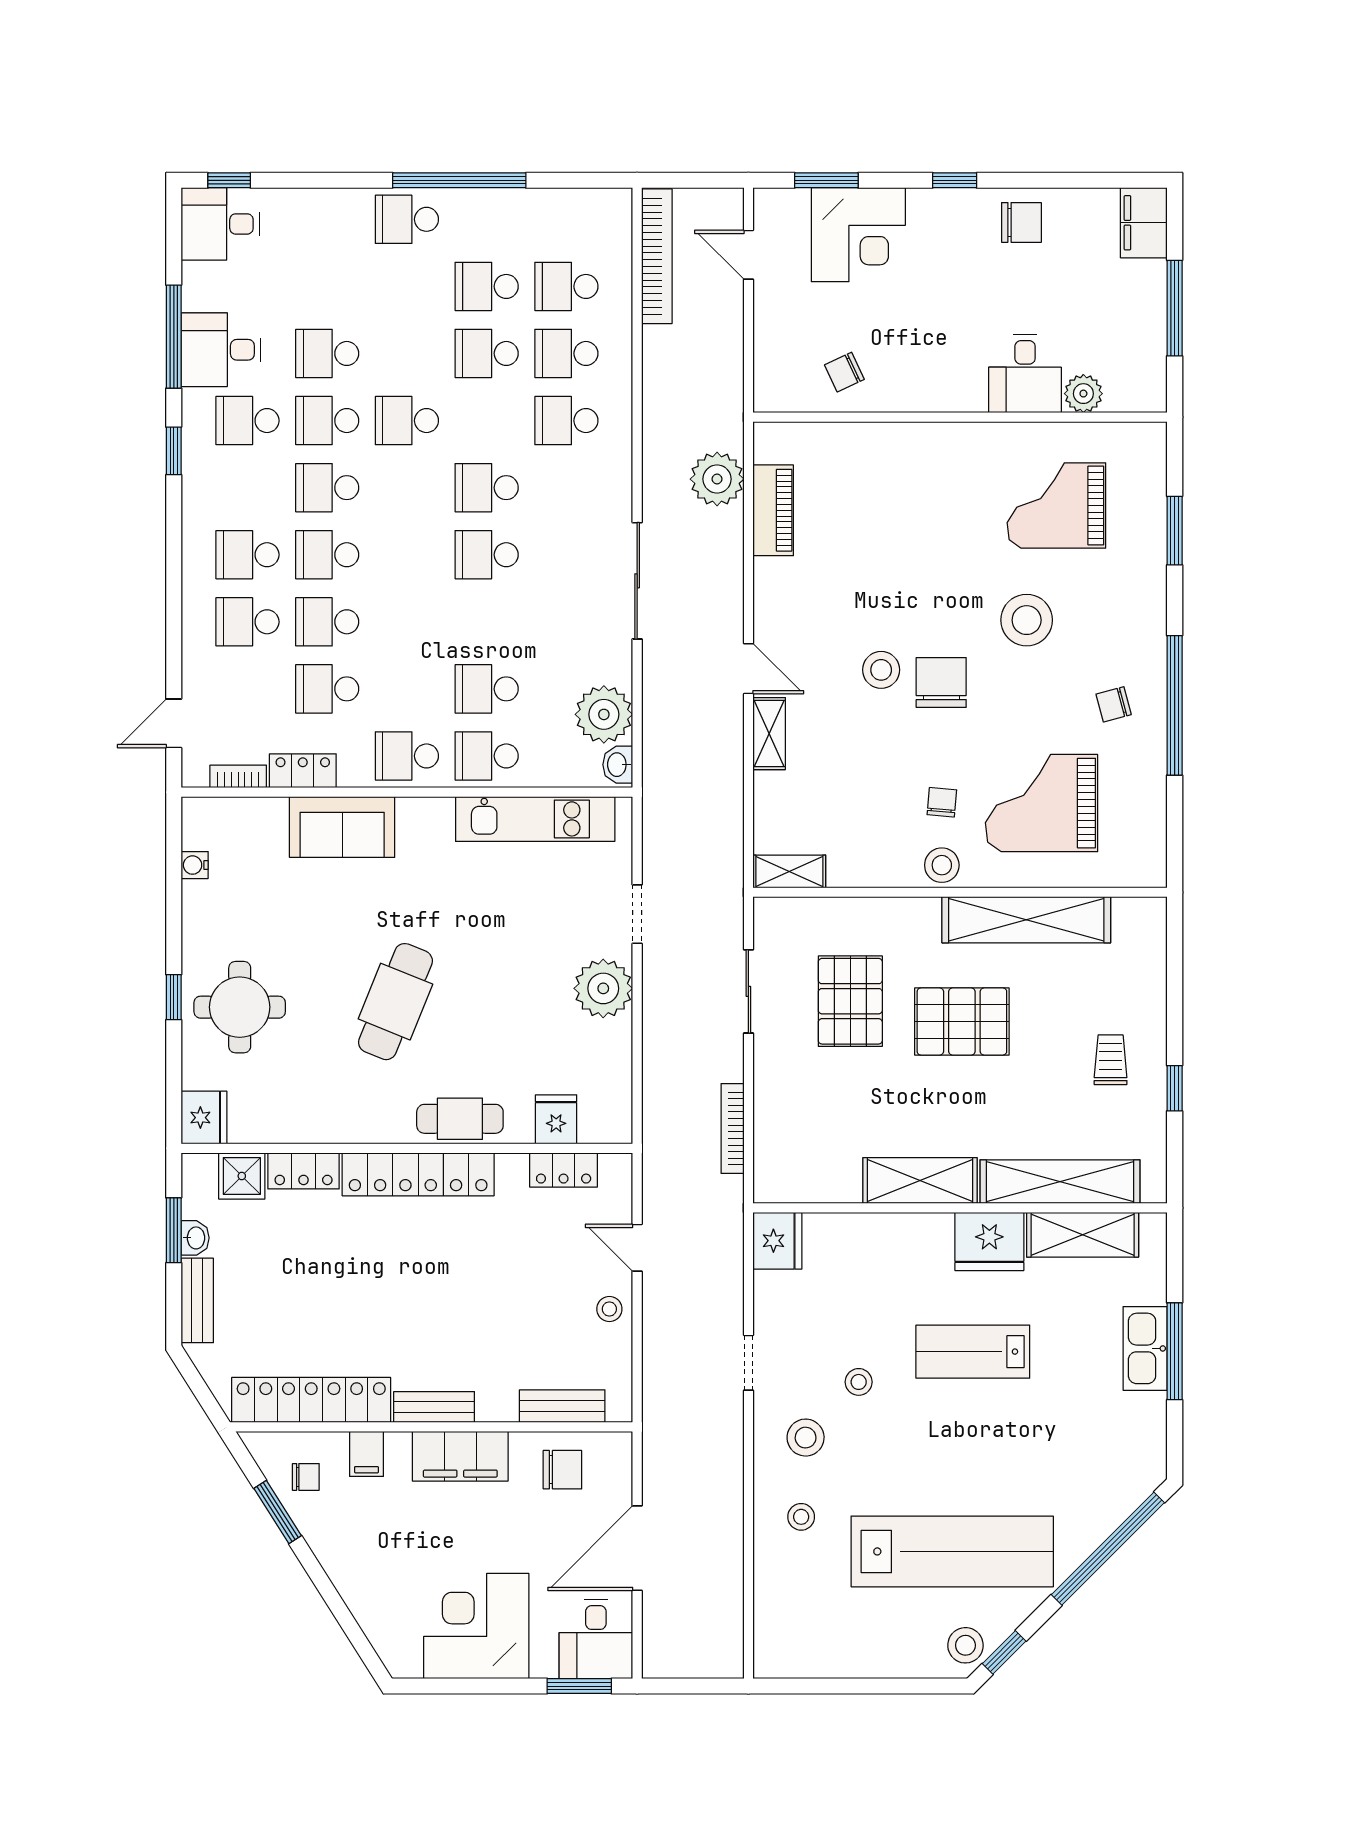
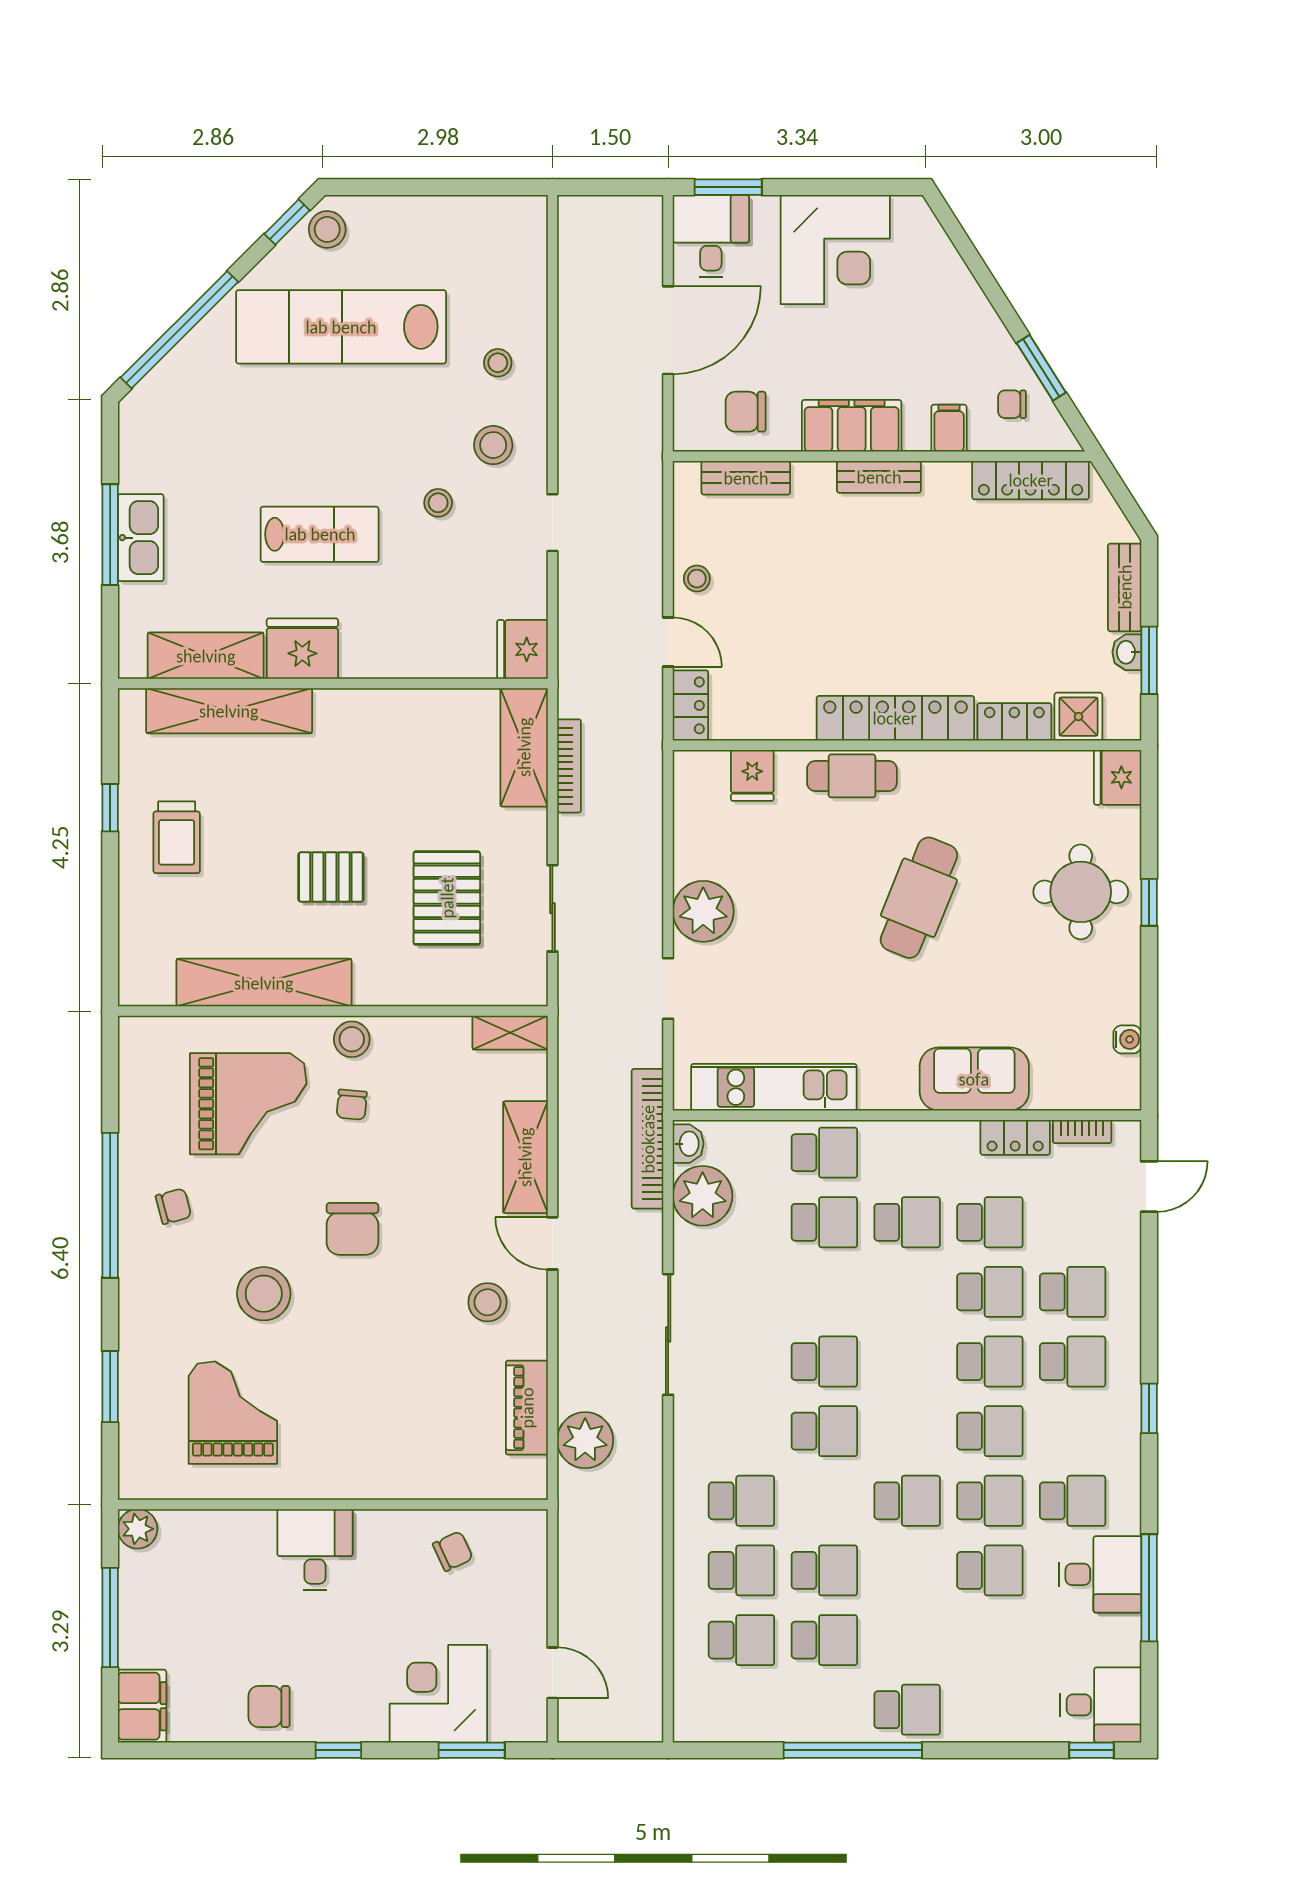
bookcase: (657, 256) -> (648, 1139), moved
desk: (1025, 373) -> (315, 1550), moved
plant: (1083, 394) -> (138, 1529), moved
window: (174, 451) -> (1149, 1408), moved
grand piano: (1056, 505) -> (233, 1413), turned -90
stool: (881, 670) -> (488, 1302), moved
shelving: (769, 734) -> (525, 1157), width x1.50, depth x1.33
school desk: (407, 756) -> (907, 1222), moved
pallet: (962, 1021) -> (331, 877), width x0.67, depth x0.71
trolley: (1111, 1060) -> (177, 837), width x1.36, depth x1.39
locker: (564, 1170) -> (690, 705), moved, turned 90
shelving: (920, 1181) -> (524, 747), moved, turned 90
locker: (311, 1400) -> (1031, 480), width x0.71, depth x0.83

